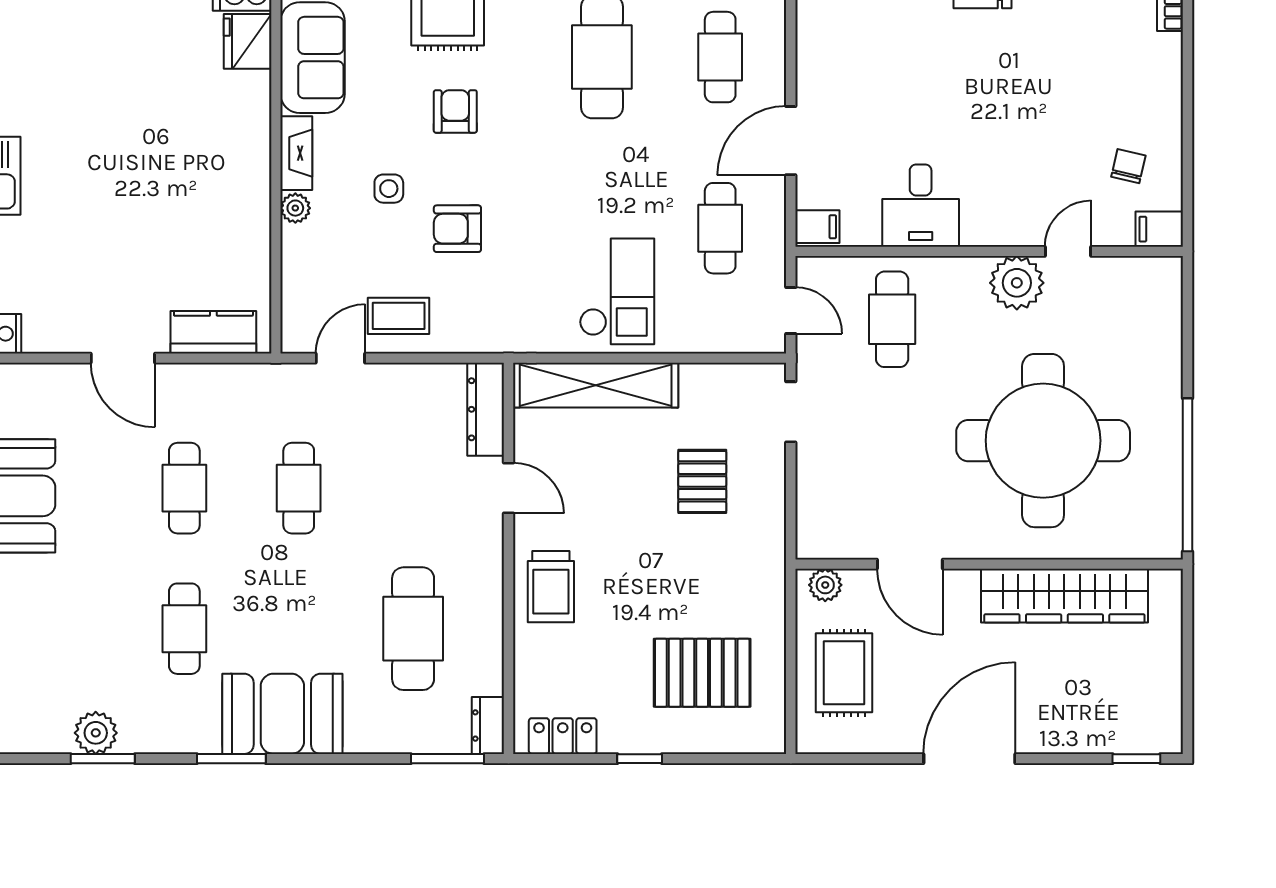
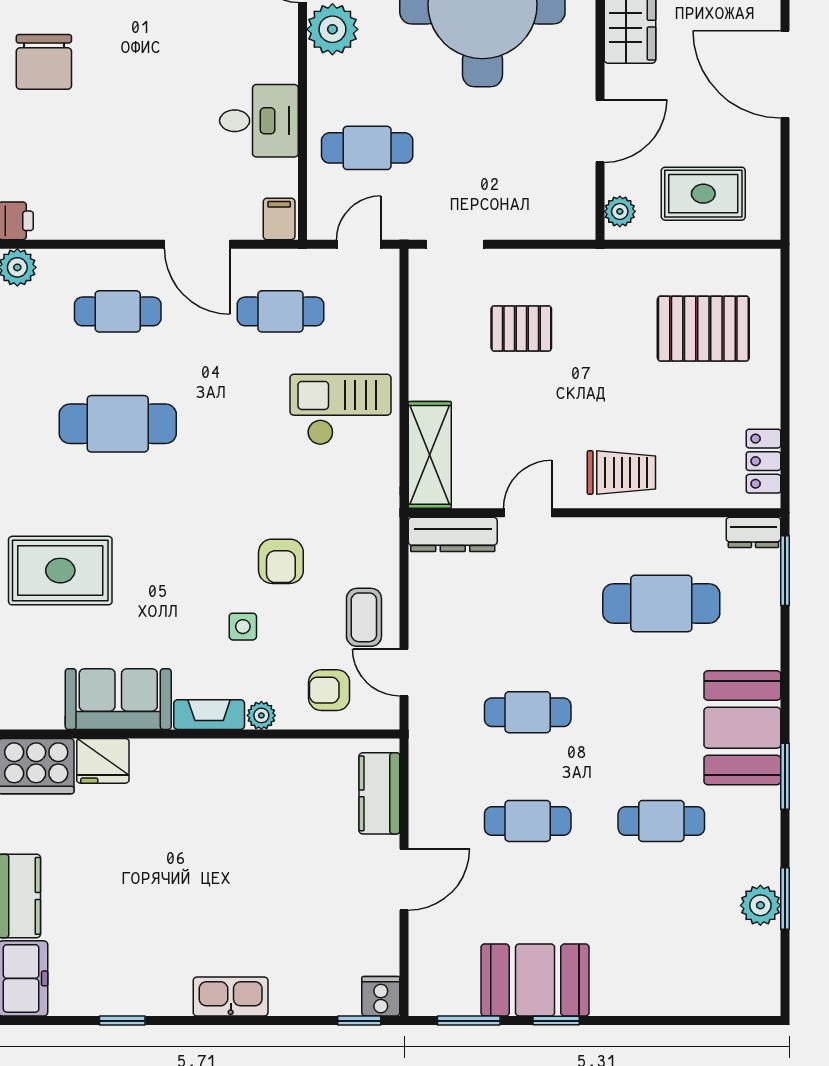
armchair: (455, 111) -> (329, 690), moved
shelving: (596, 385) -> (430, 455), width x0.68
pallet: (702, 673) -> (703, 329), turned 90
window: (640, 759) -> (785, 388), removed

